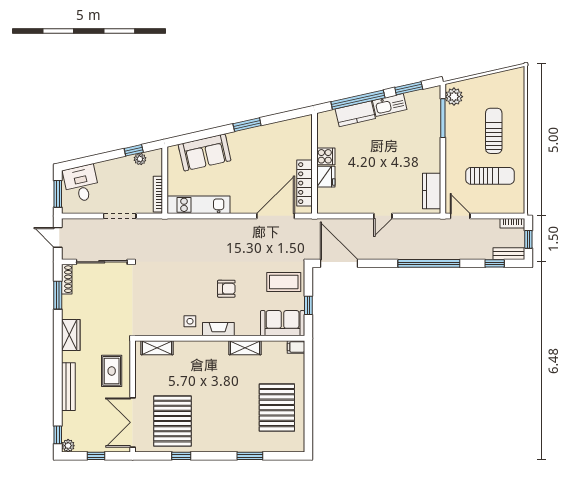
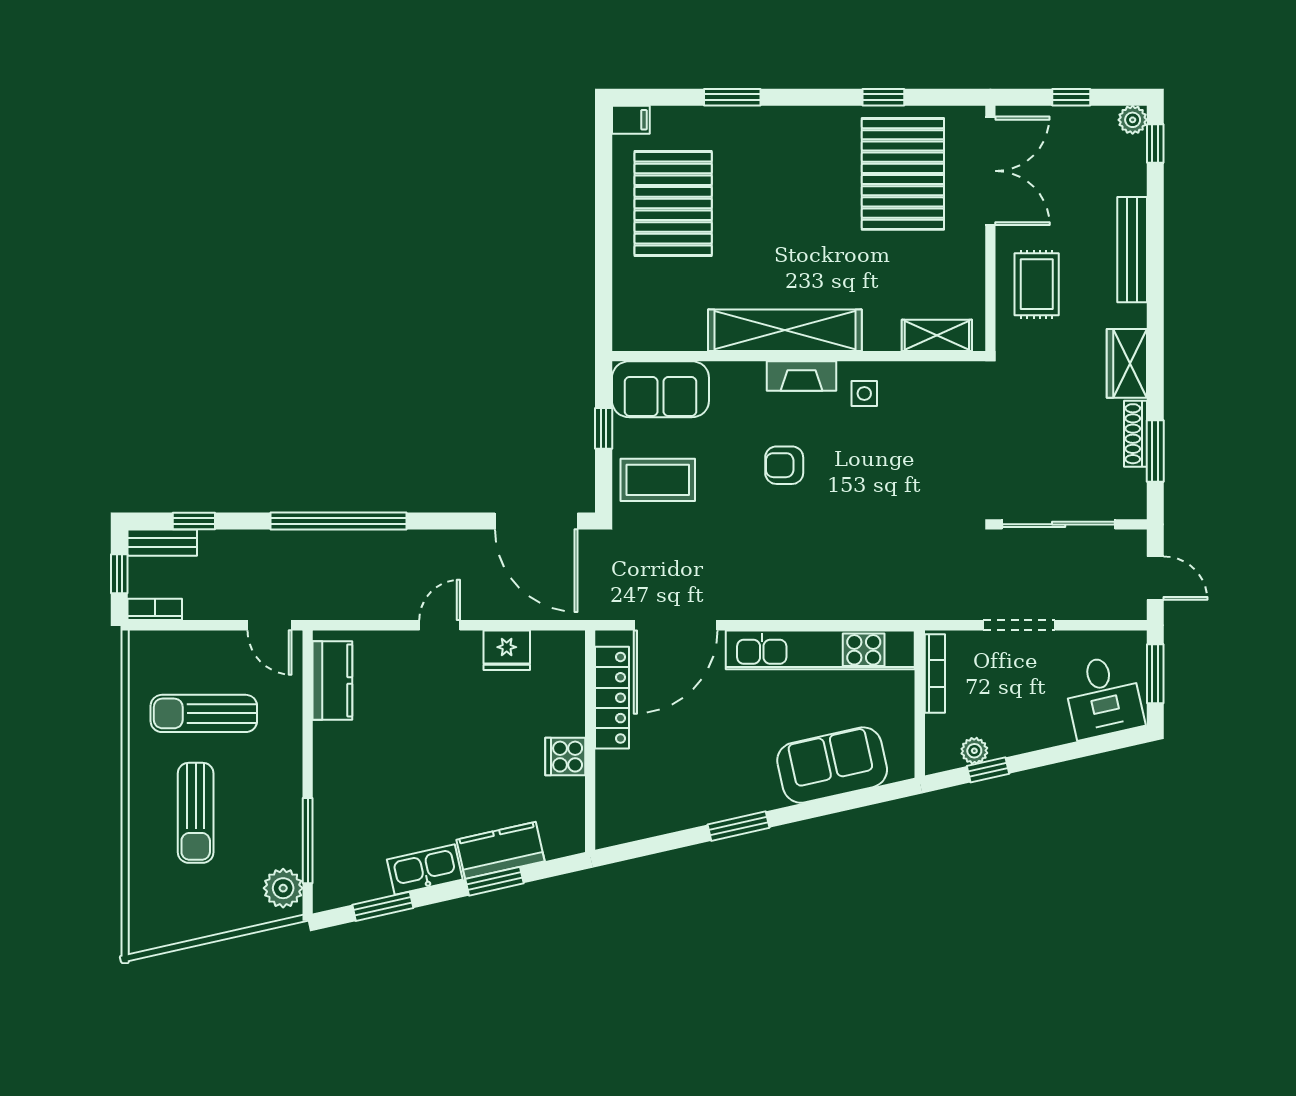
window: (358, 100) -> (495, 881), width x0.47
fridge: (326, 177) -> (507, 650), moved, turned -90
kitchen unit: (199, 205) -> (820, 650), width x1.36
shoe rack: (67, 279) -> (1136, 434), moved
filing cabinet: (296, 347) -> (631, 120), moved
shelving: (245, 348) -> (785, 330), width x2.20, depth x1.33

